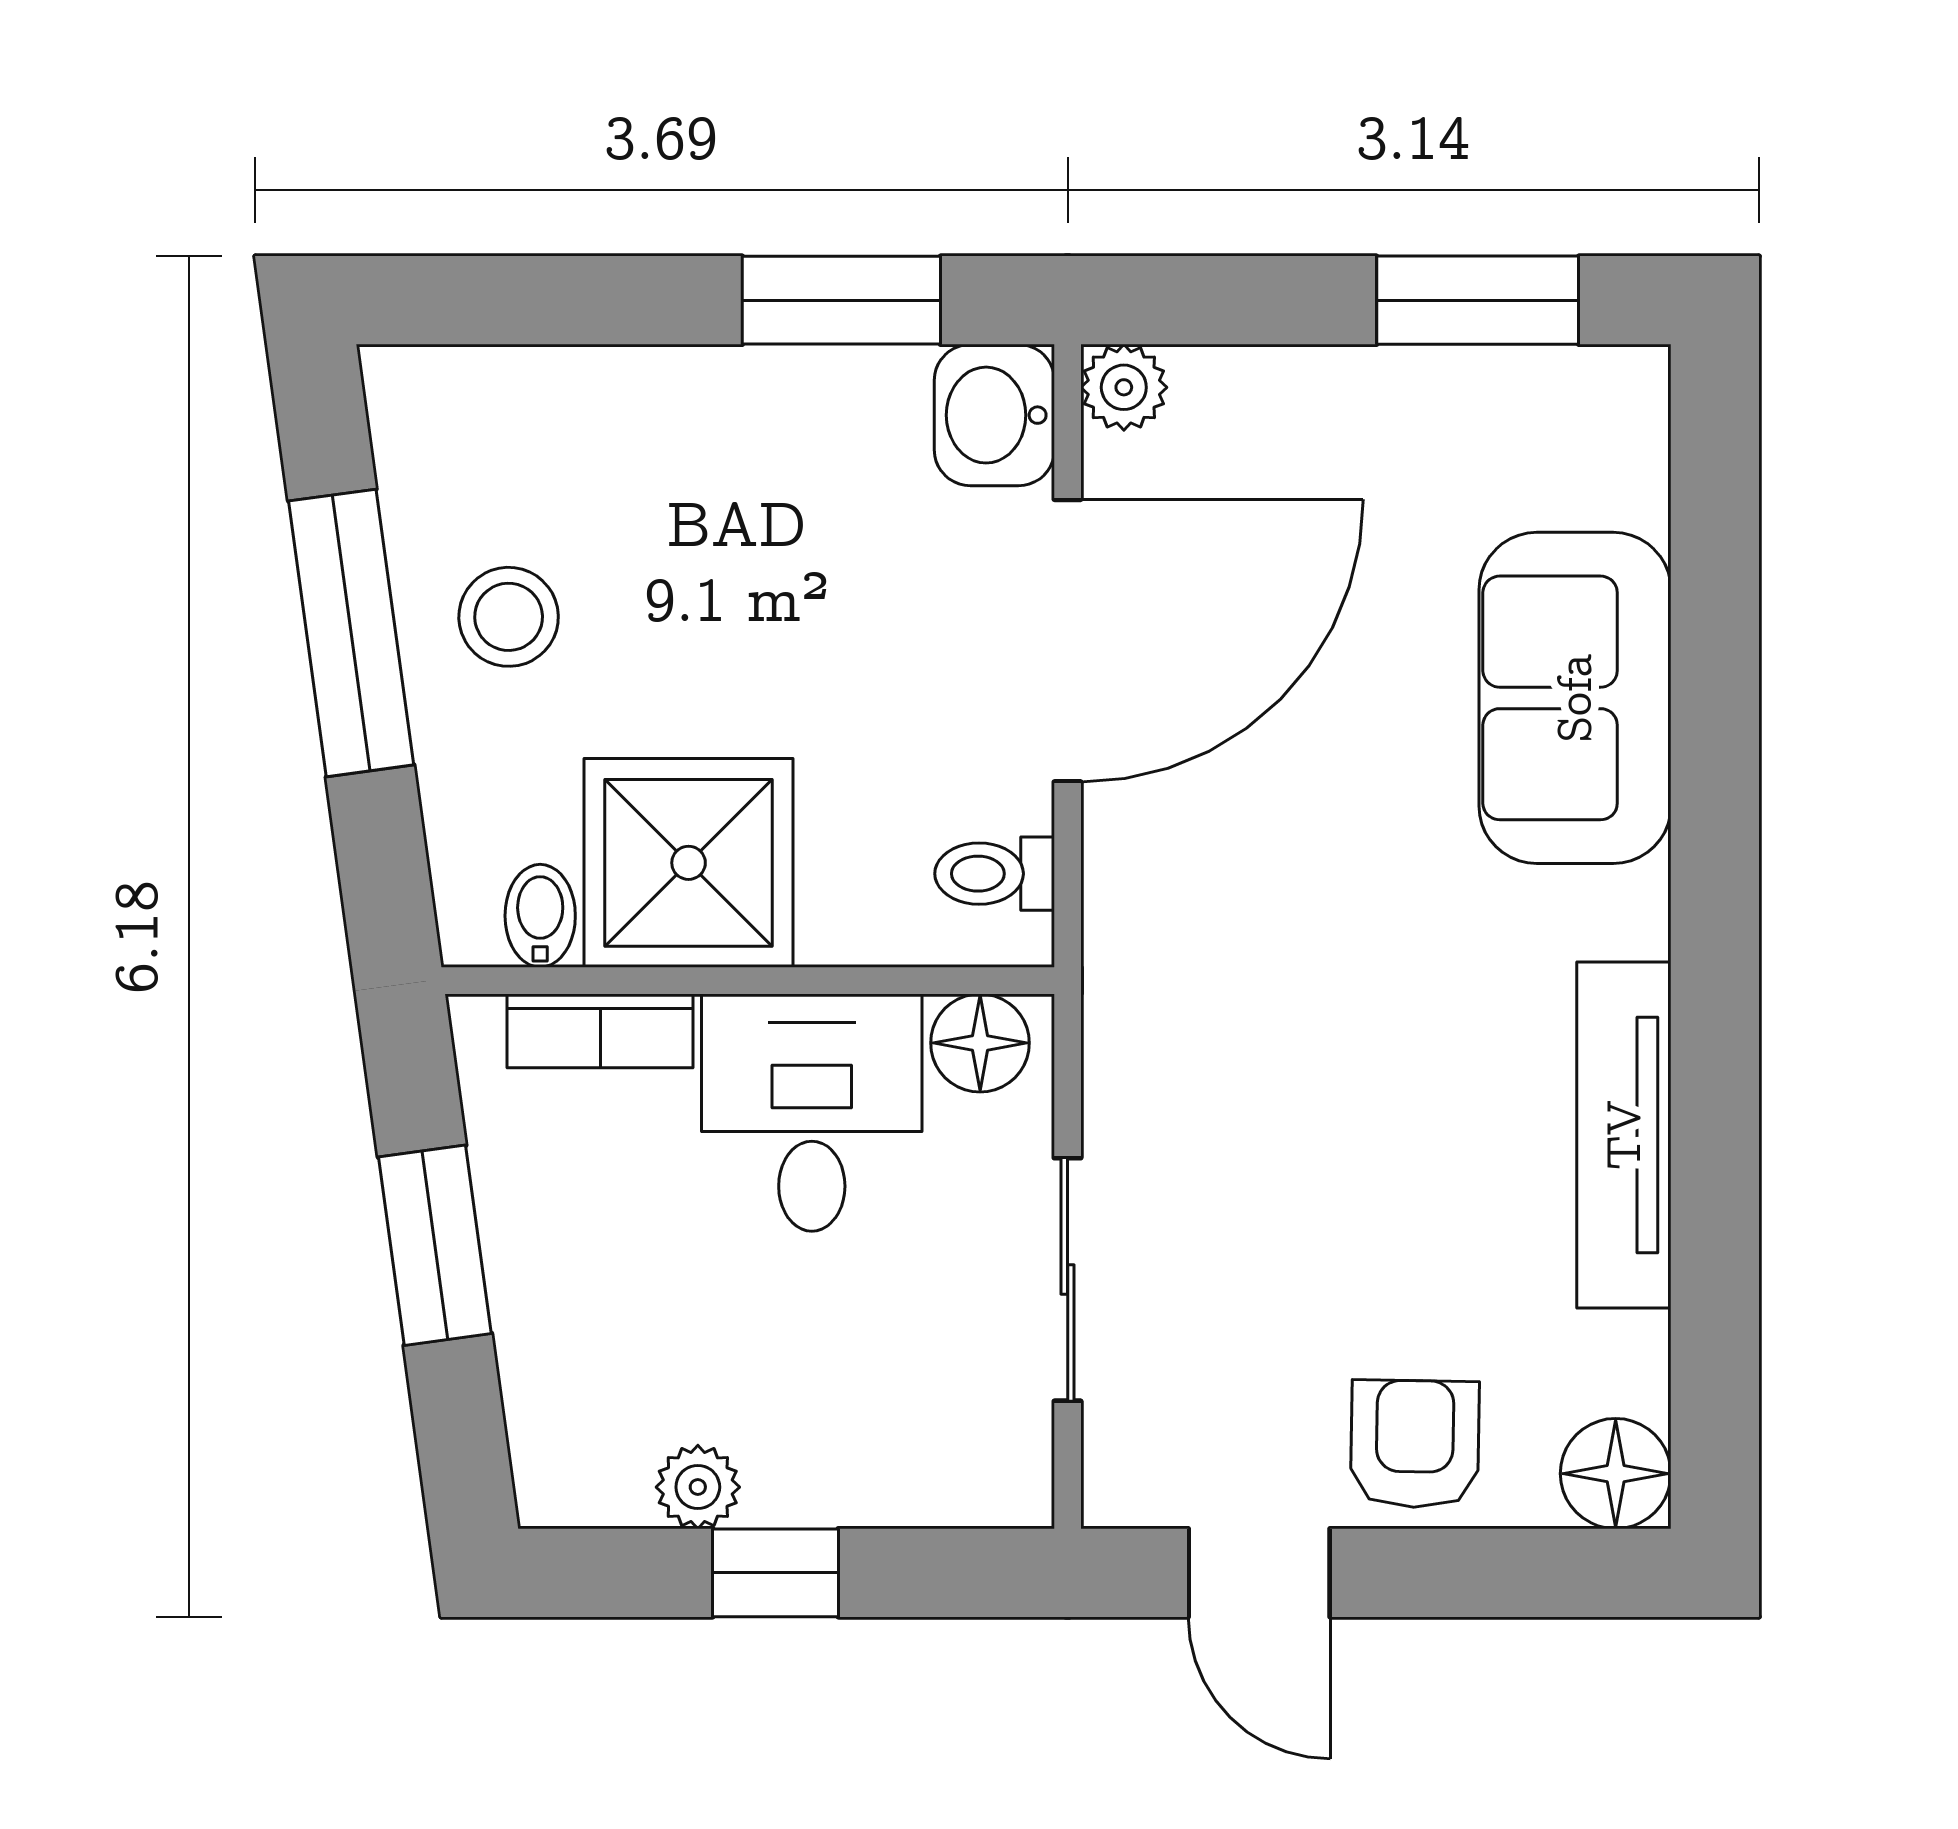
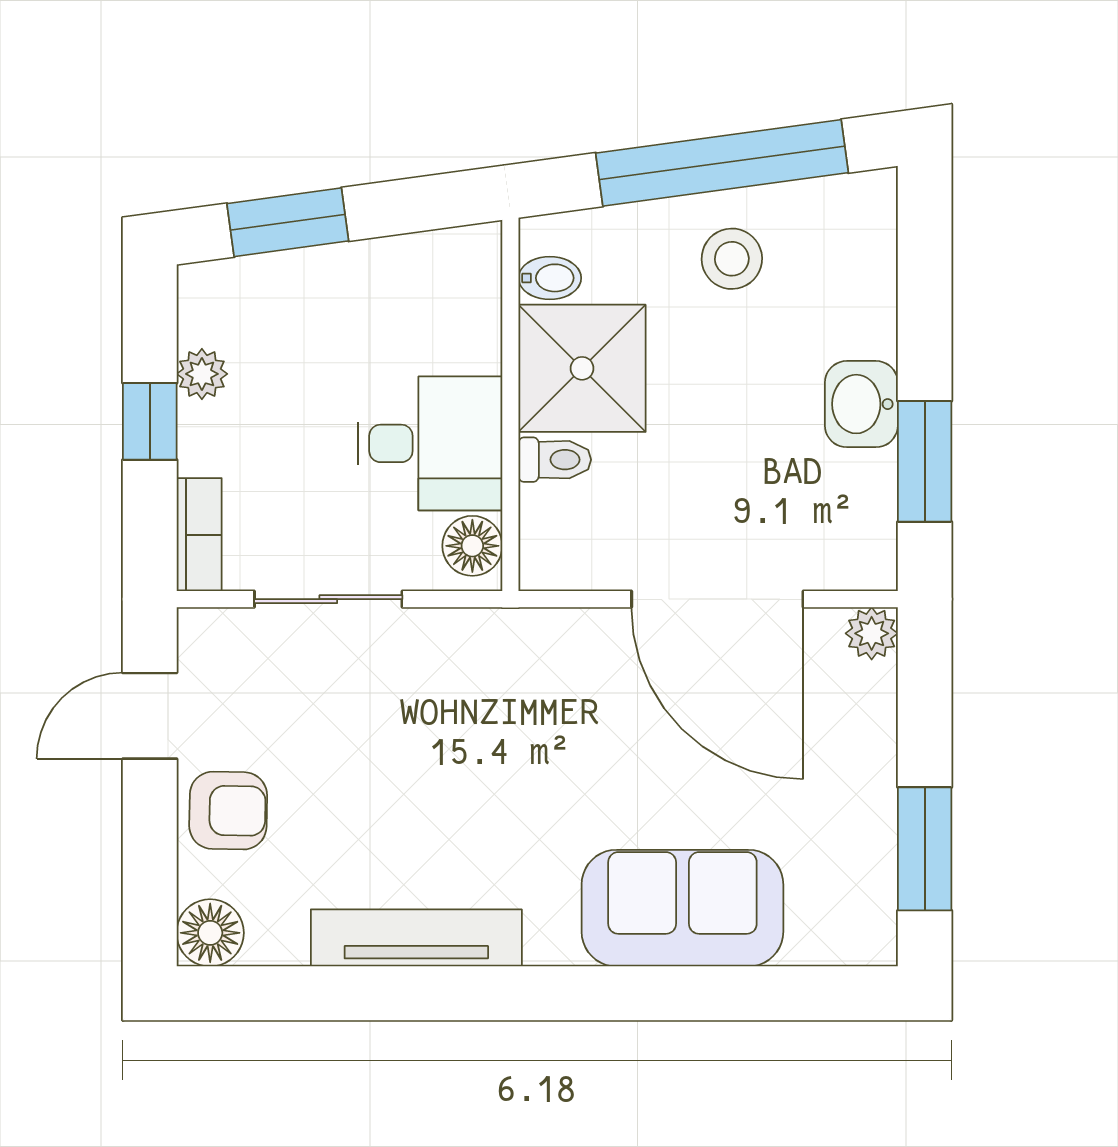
washbasin: (994, 415) -> (861, 404), moved, turned -90
window: (351, 633) -> (722, 163), width x1.46
toilet: (995, 874) -> (555, 460), moved, turned 90
bookcase: (600, 1031) -> (199, 535), moved, turned 180
window: (435, 1245) -> (288, 222), moved

